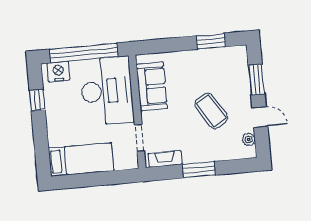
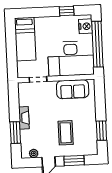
coffee table: (211, 111) -> (66, 133), moved, turned -58
fireplace: (165, 159) -> (24, 118), moved
window: (199, 170) -> (15, 133), moved

